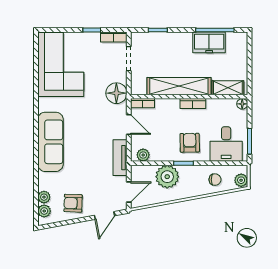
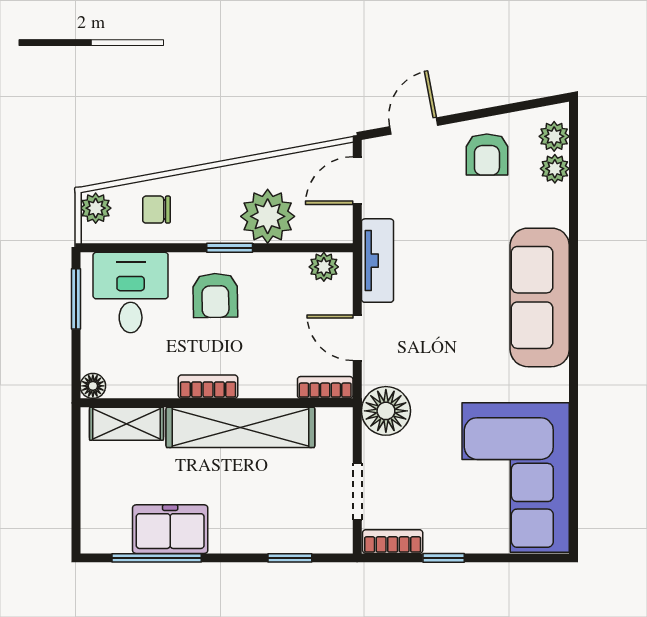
armchair: (73, 203) -> (487, 155), turned 88

